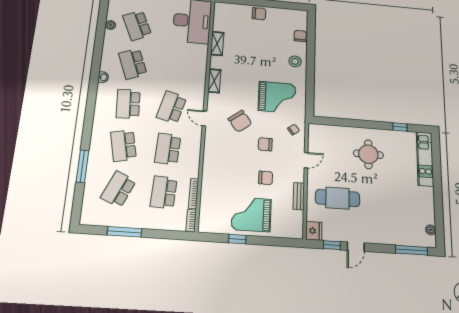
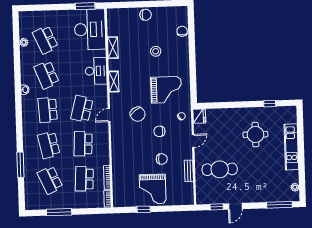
stool: (295, 61) -> (156, 51), moved
desk: (194, 67) -> (96, 71), added
door: (204, 118) -> (109, 115), hinge flipped
round table: (368, 154) -> (255, 135), moved
kitchen unit: (425, 159) -> (291, 147), moved
school desk: (118, 189) -> (50, 180), turned -48
grand piano: (251, 214) -> (153, 189), turned -90
fridge: (314, 231) -> (199, 116), moved

